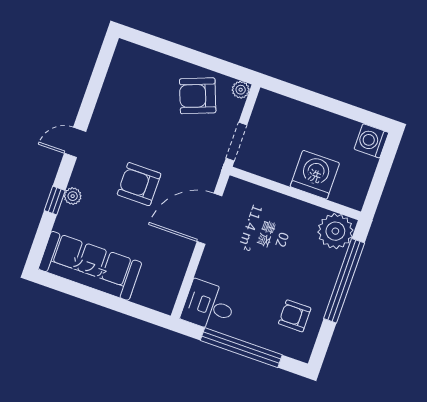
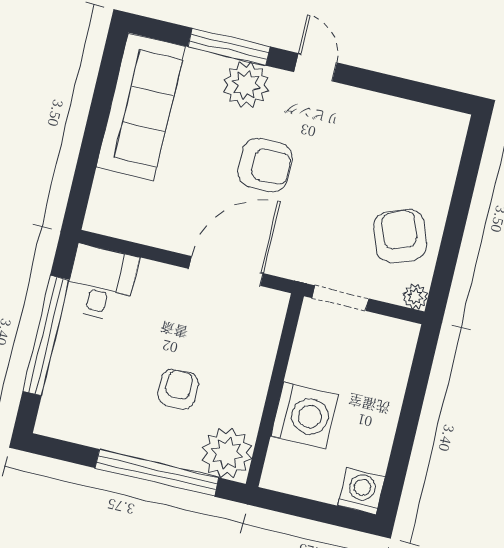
armchair: (139, 184) -> (265, 165), turned 90
plant: (73, 196) -> (246, 85), width x1.87, depth x1.87
window: (55, 201) -> (229, 47), width x2.17
door: (209, 219) -> (226, 271), hinge flipped
armchair: (295, 316) -> (178, 389), moved

